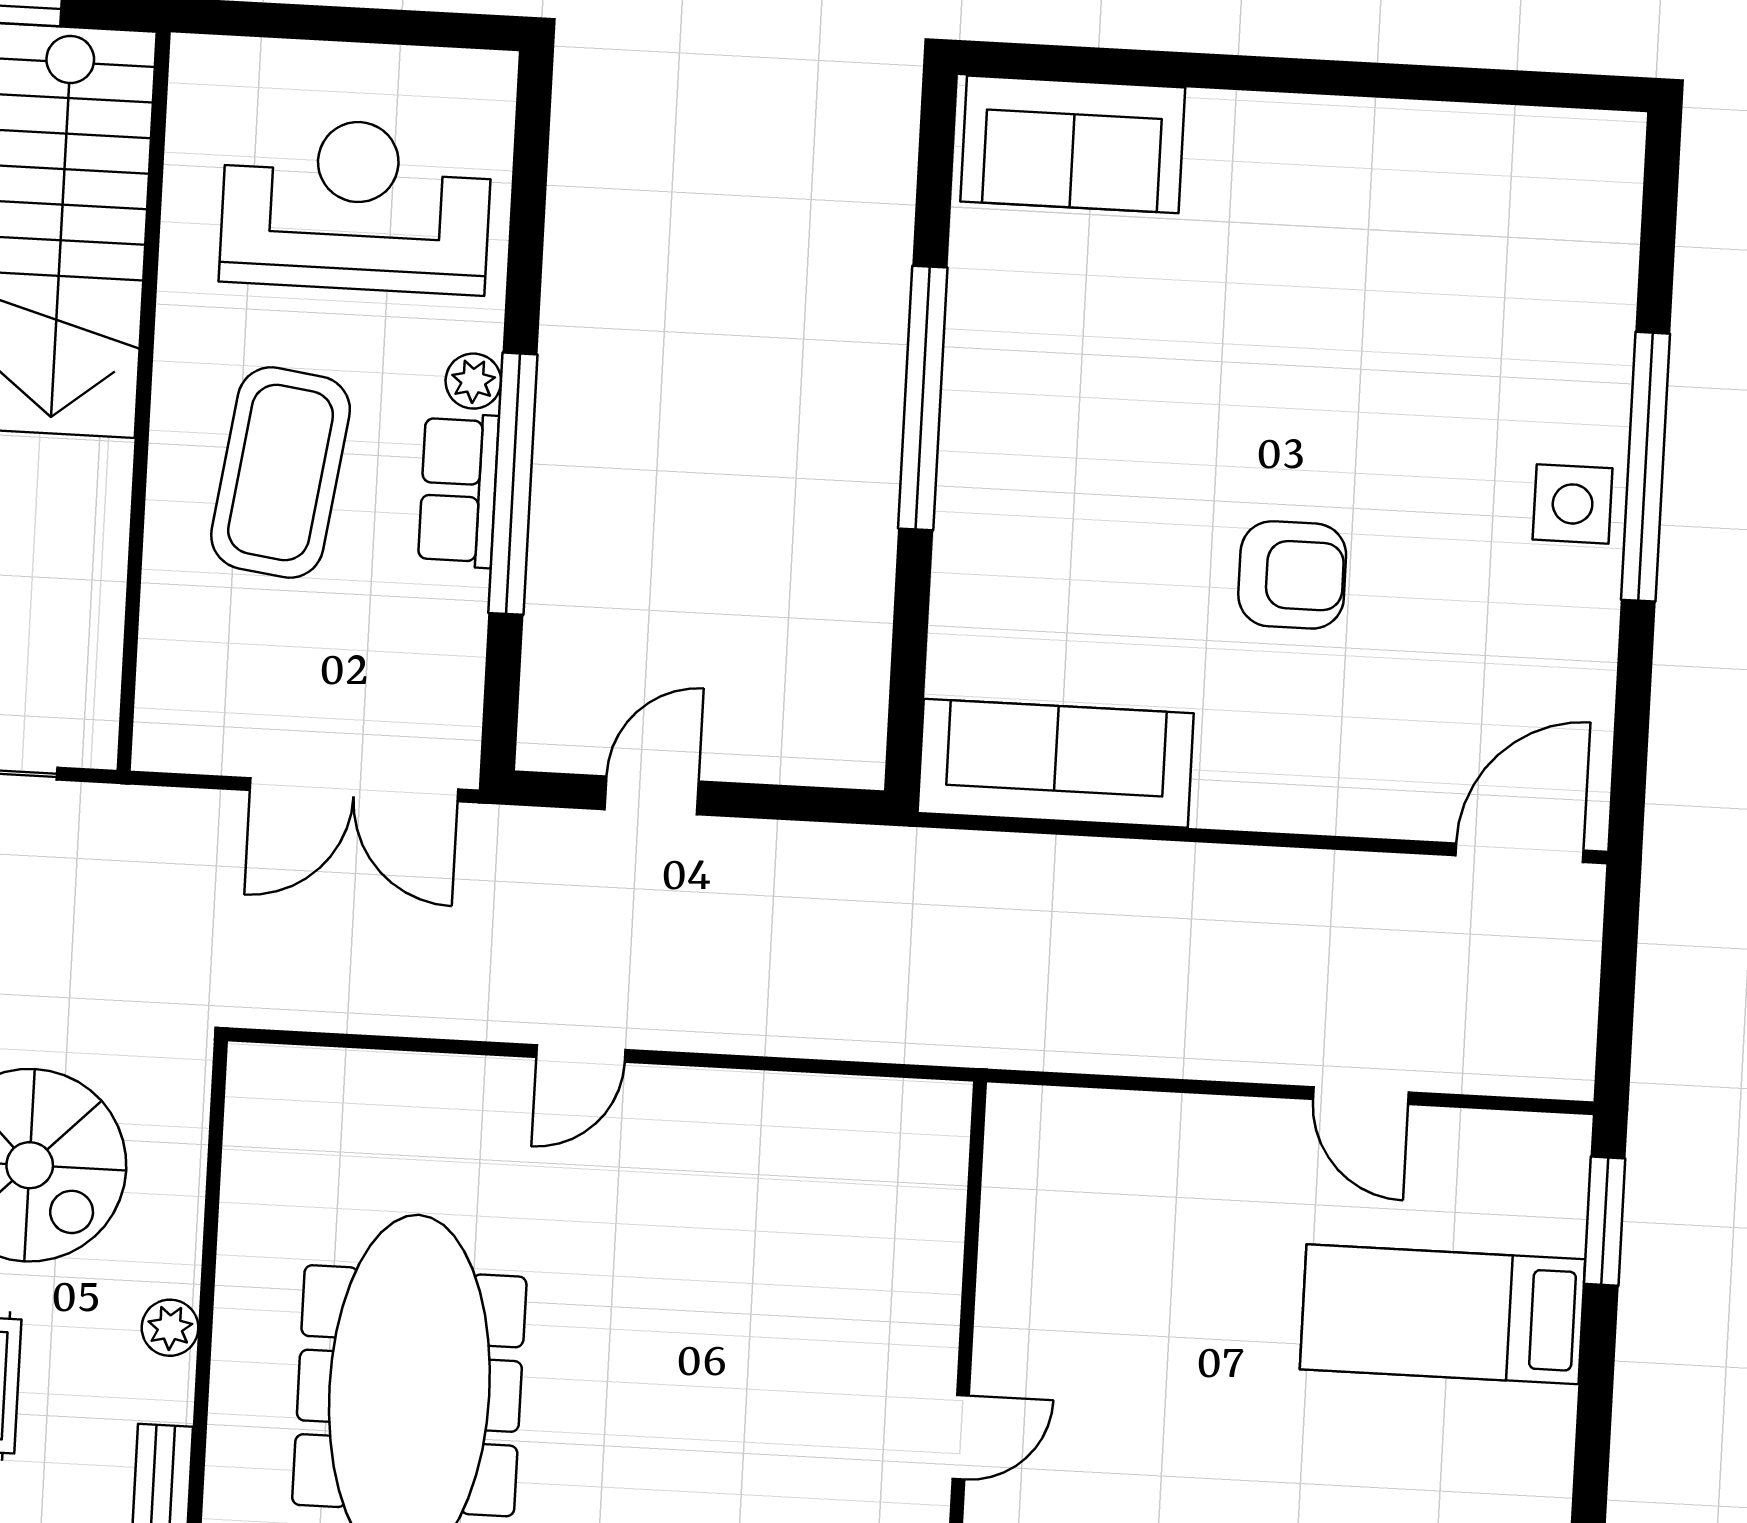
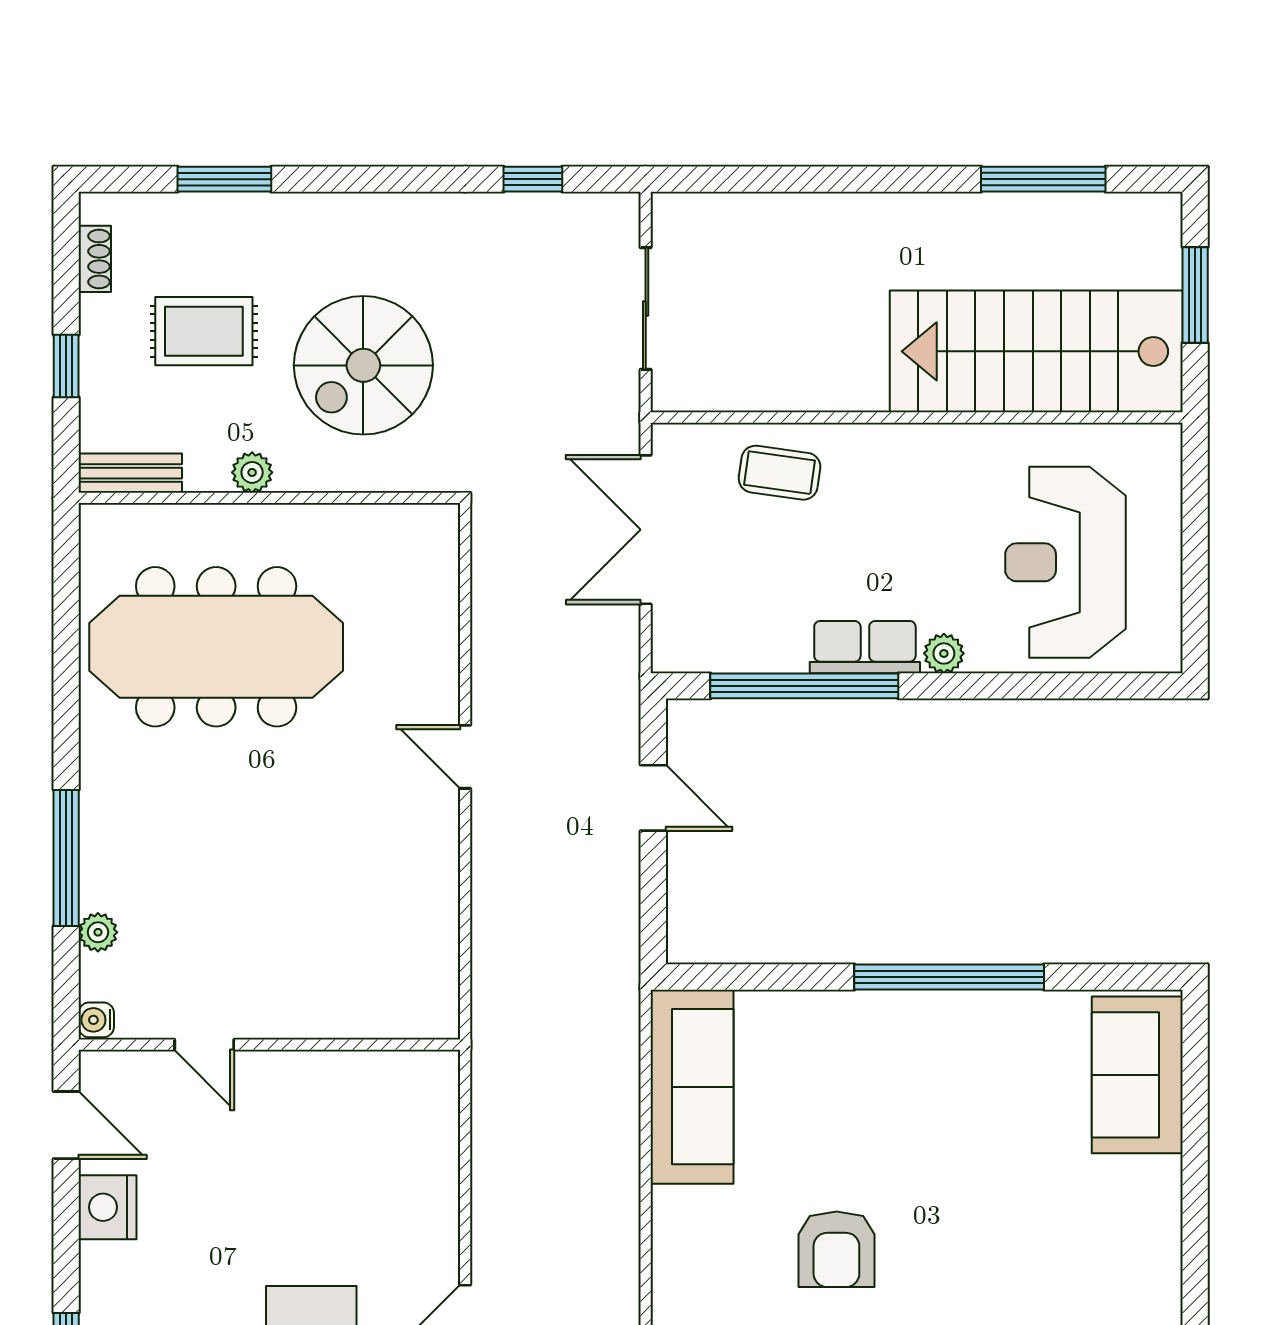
reception desk: (356, 205) -> (1065, 562), turned 180
coffee table: (281, 473) -> (780, 473), moved, width x0.54, depth x0.58
window: (513, 484) -> (804, 686), moved
double door: (354, 790) -> (646, 530), moved

